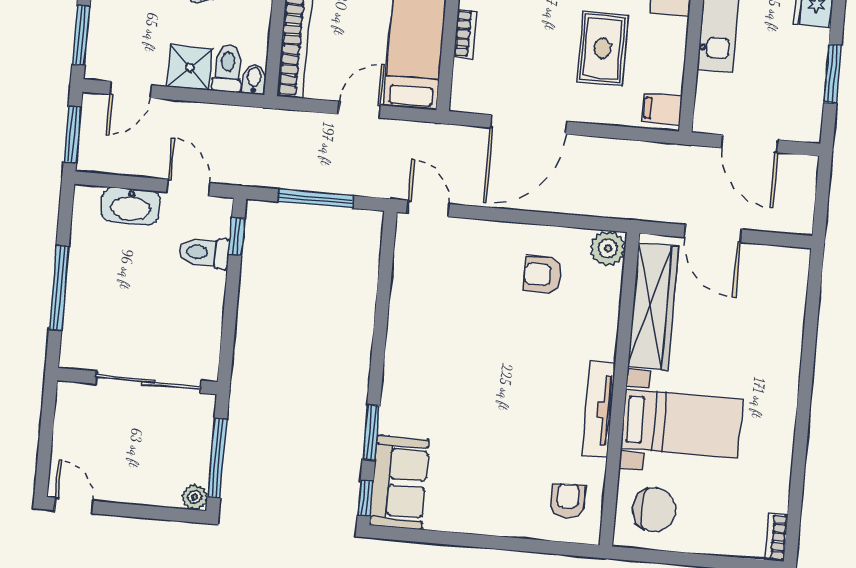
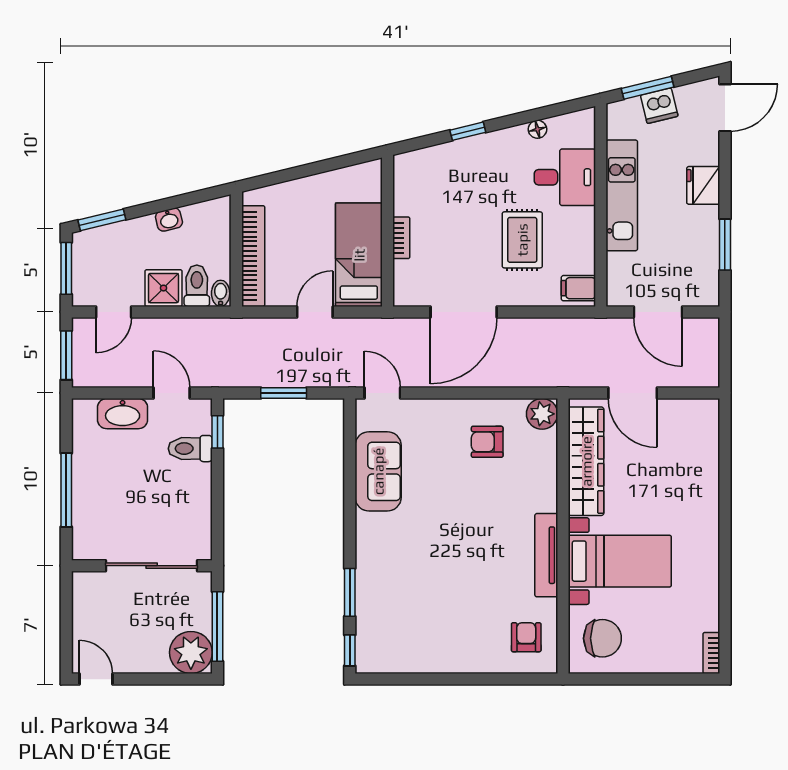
window: (316, 199) -> (284, 393), width x0.69
sofa: (399, 482) -> (378, 471), moved
plant: (195, 497) -> (191, 652), width x1.87, depth x1.87

